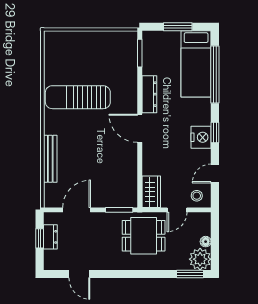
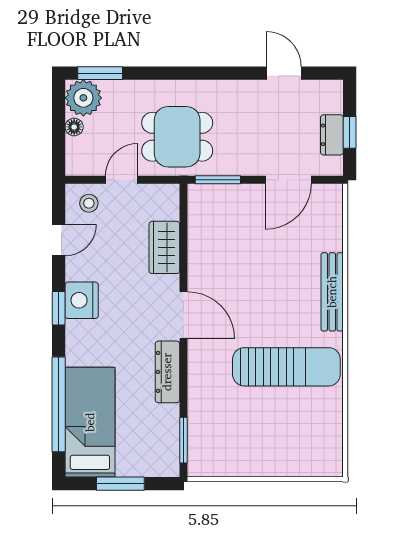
bench: (50, 159) -> (332, 292), moved
wardrobe: (151, 192) -> (164, 247), moved

